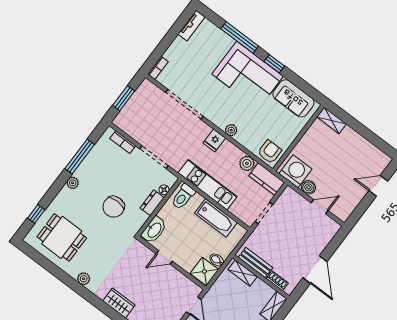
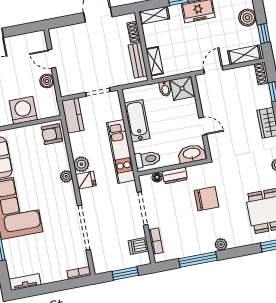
dishwasher: (132, 127) -> (138, 246), added
plant: (247, 163) -> (81, 164), moved
washing machine: (296, 171) -> (23, 110), moved, turned 90

